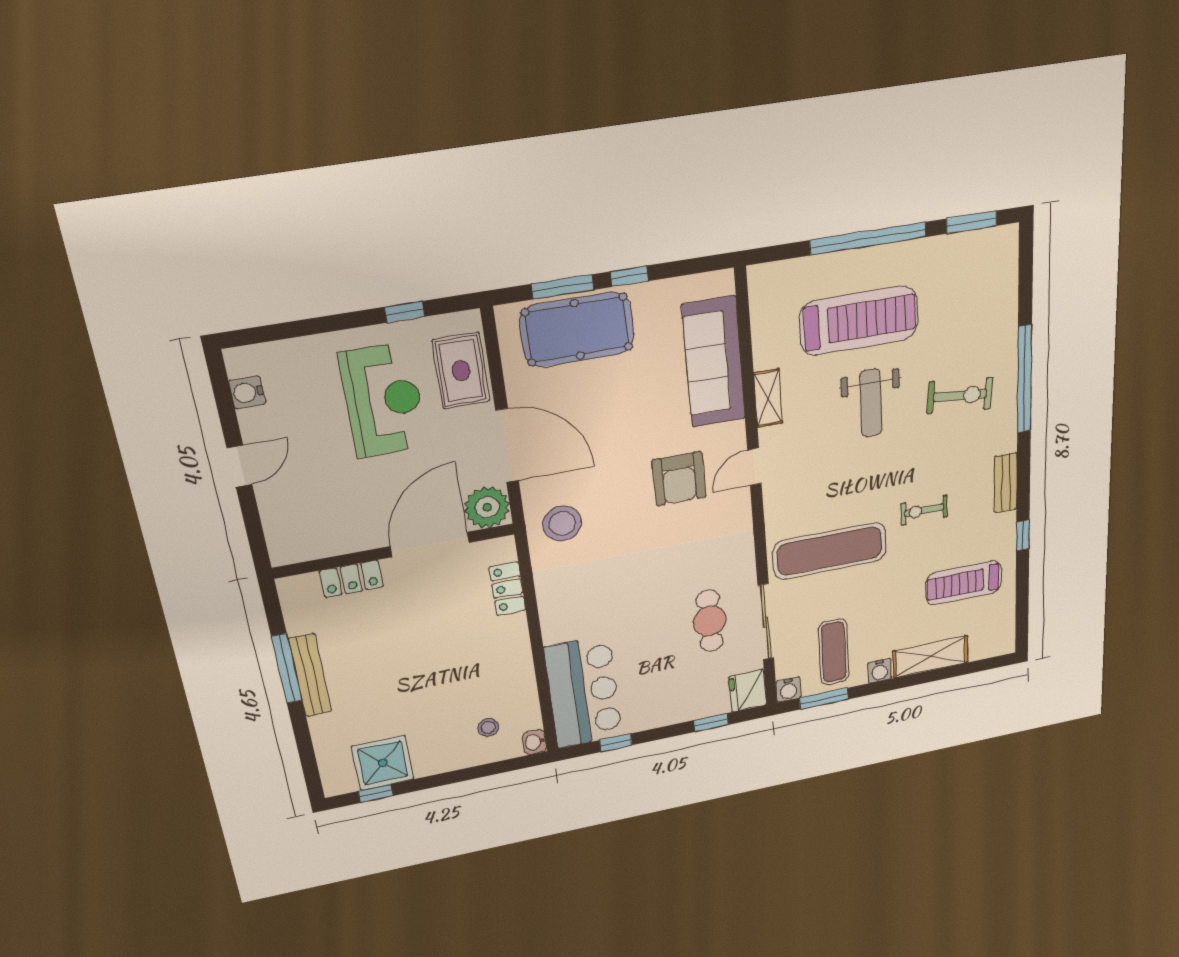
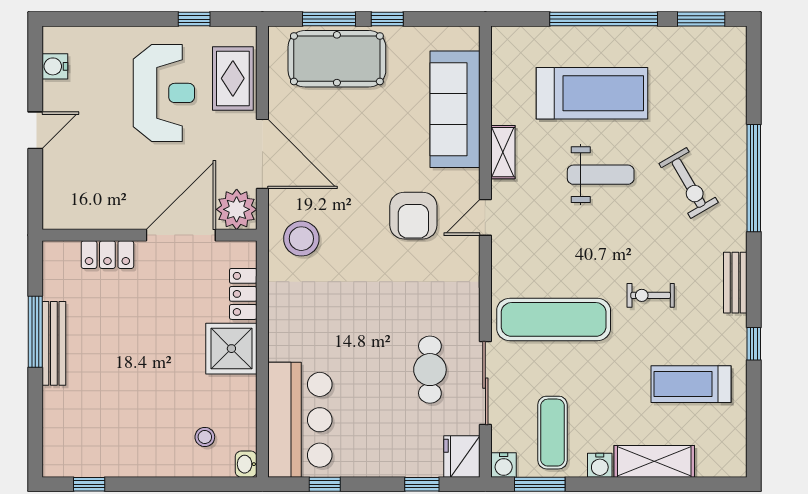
exercise bike: (960, 395) -> (689, 183), turned 54
weight bench: (871, 403) -> (601, 175), turned -90
shower: (383, 763) -> (231, 349), moved

